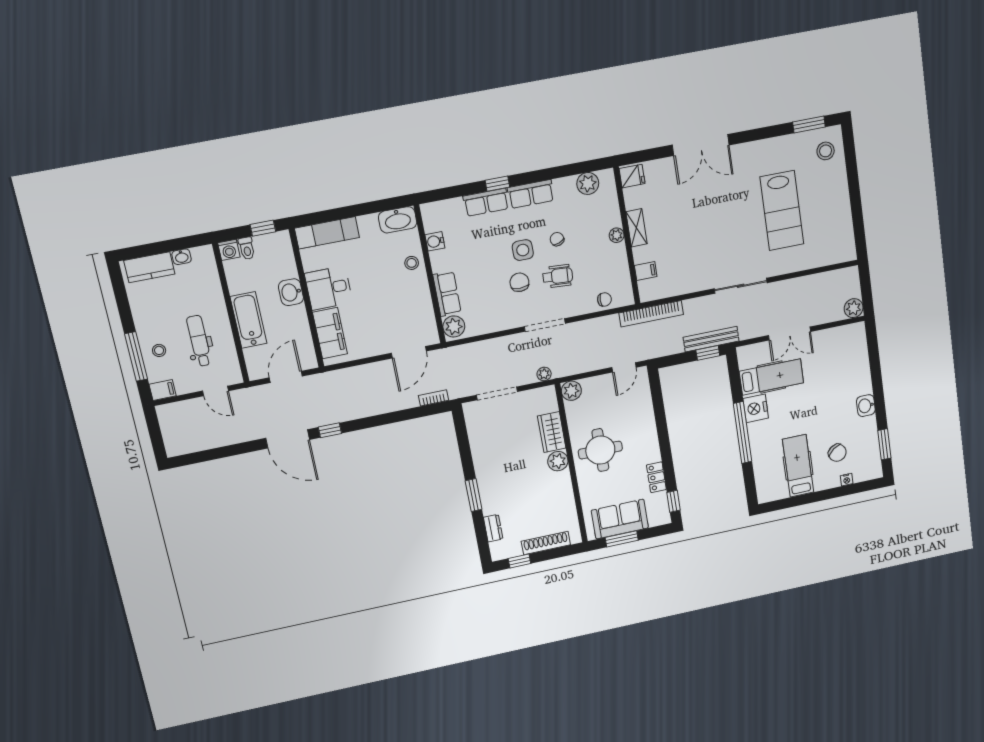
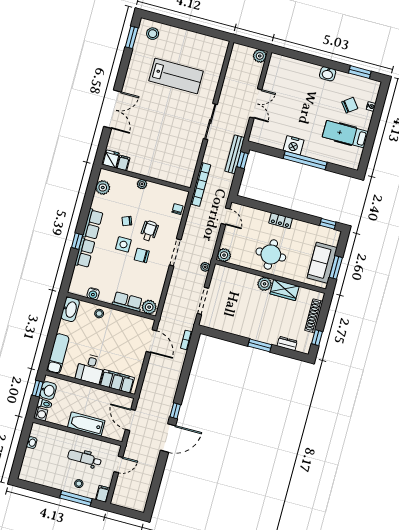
shelving: (637, 228) -> (143, 170), removed
kitchen counter: (149, 267) -> (29, 464), removed
filing cabinet: (646, 271) -> (123, 163), moved
washbasin: (291, 292) -> (48, 390), moved, turned -90
hospital bed: (771, 377) -> (278, 127), removed
wardrobe: (552, 432) -> (285, 290), moved
locker: (656, 477) -> (281, 221), moved

